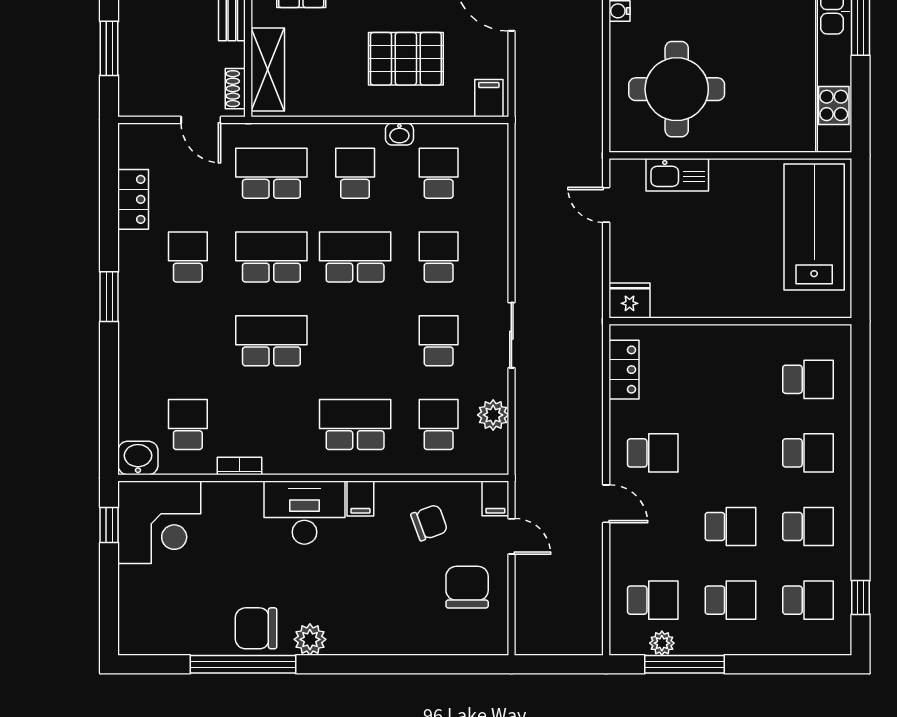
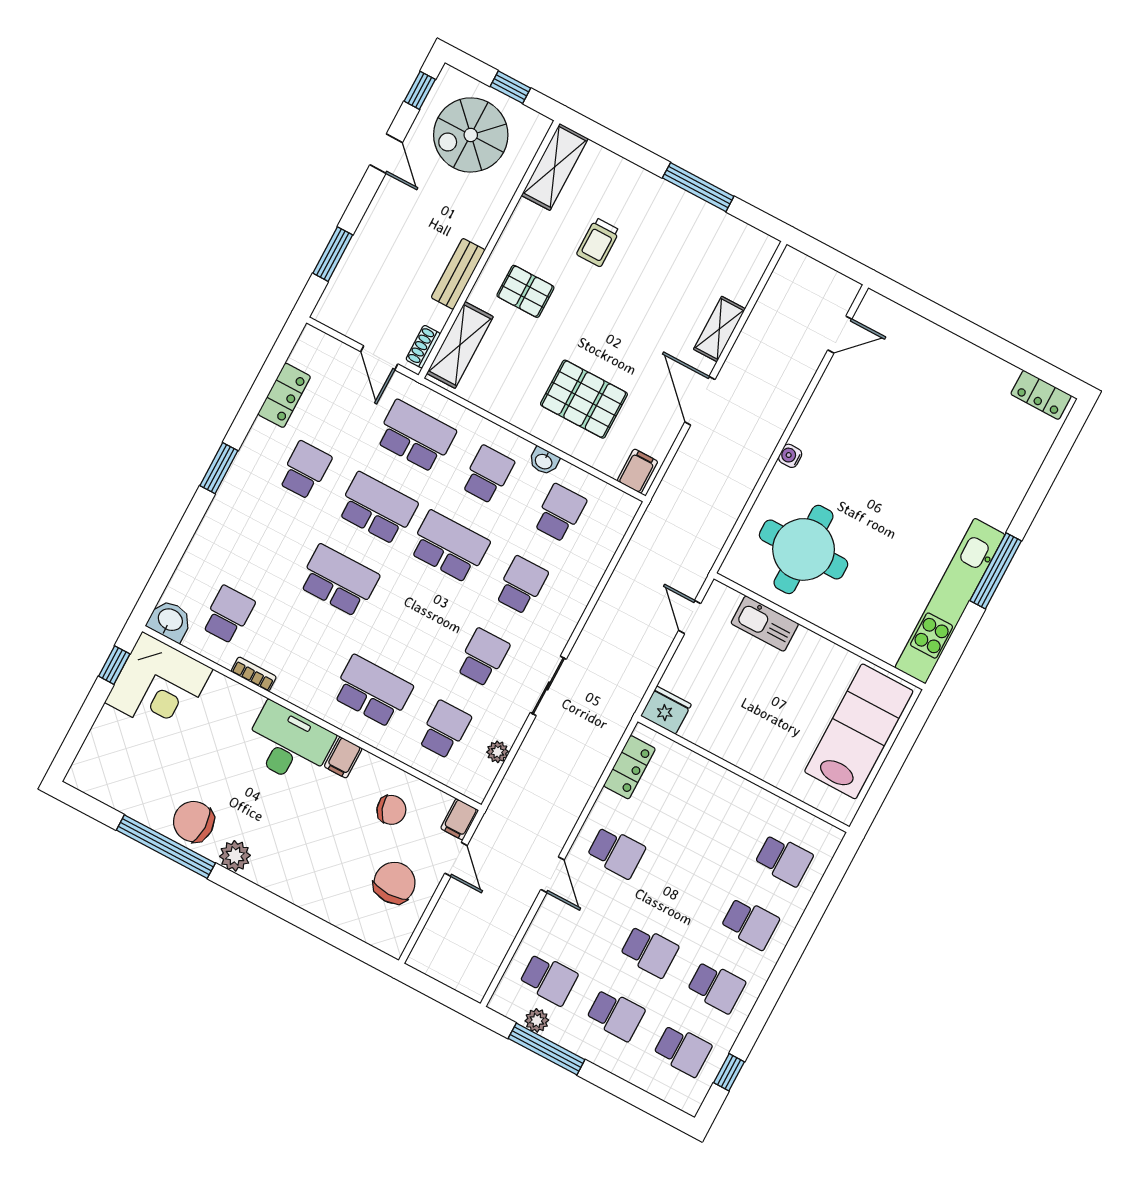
plant: (493, 415) -> (497, 752), width x0.73, depth x0.73

